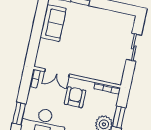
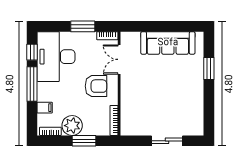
sofa: (53, 23) -> (168, 43), width x1.36
window: (19, 113) -> (83, 26), moved

